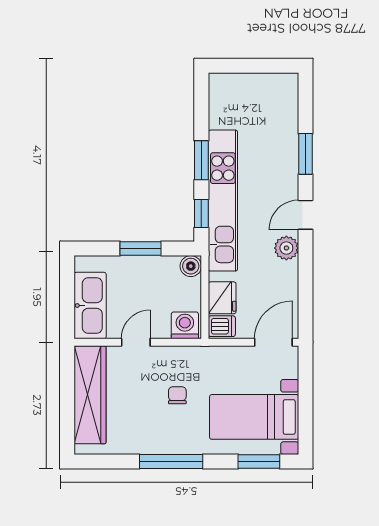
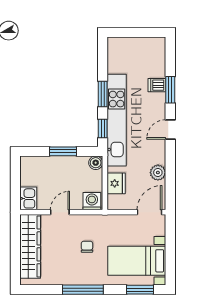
plant: (286, 248) -> (158, 173), moved
kitchen sink: (90, 305) -> (28, 198), width x0.53, depth x0.81
dishwasher: (222, 326) -> (157, 85), moved, turned 180

